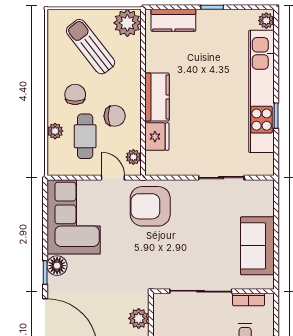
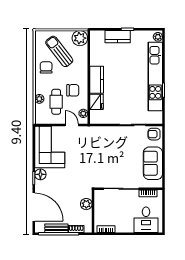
kitchen counter: (173, 20) -> (118, 37), moved
chair: (75, 94) -> (46, 67), moved
armchair: (150, 206) -> (154, 134), moved, width x0.53, depth x0.53

